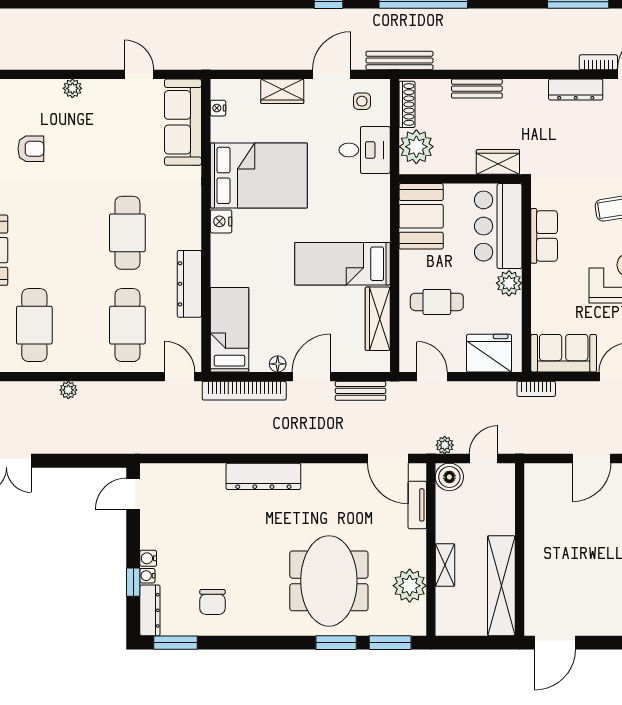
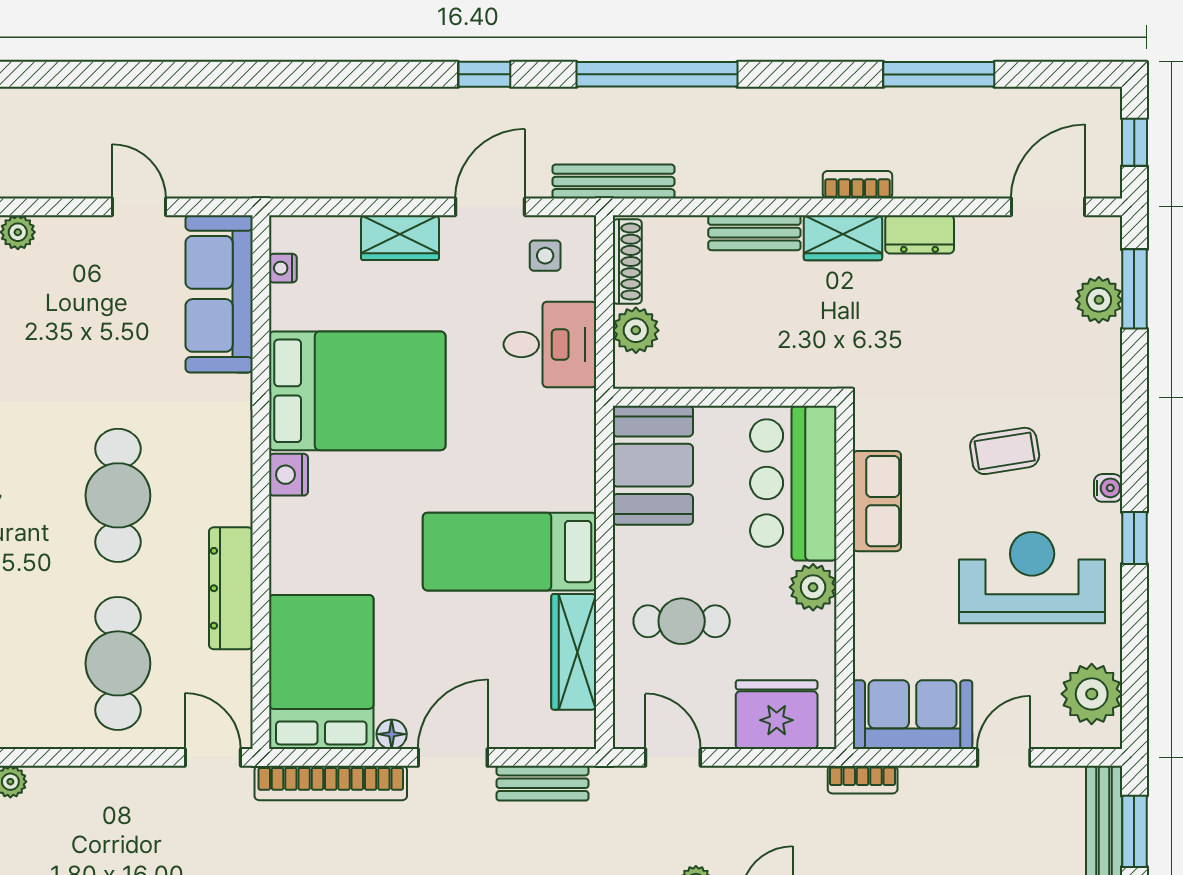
bookcase: (598, 62) -> (857, 185), moved
dresser: (576, 90) -> (920, 234), width x0.70
plant: (416, 147) -> (636, 330), width x0.73, depth x0.73
wardrobe: (498, 162) -> (843, 238), moved, turned 180
bed: (230, 330) -> (321, 672), width x1.50

